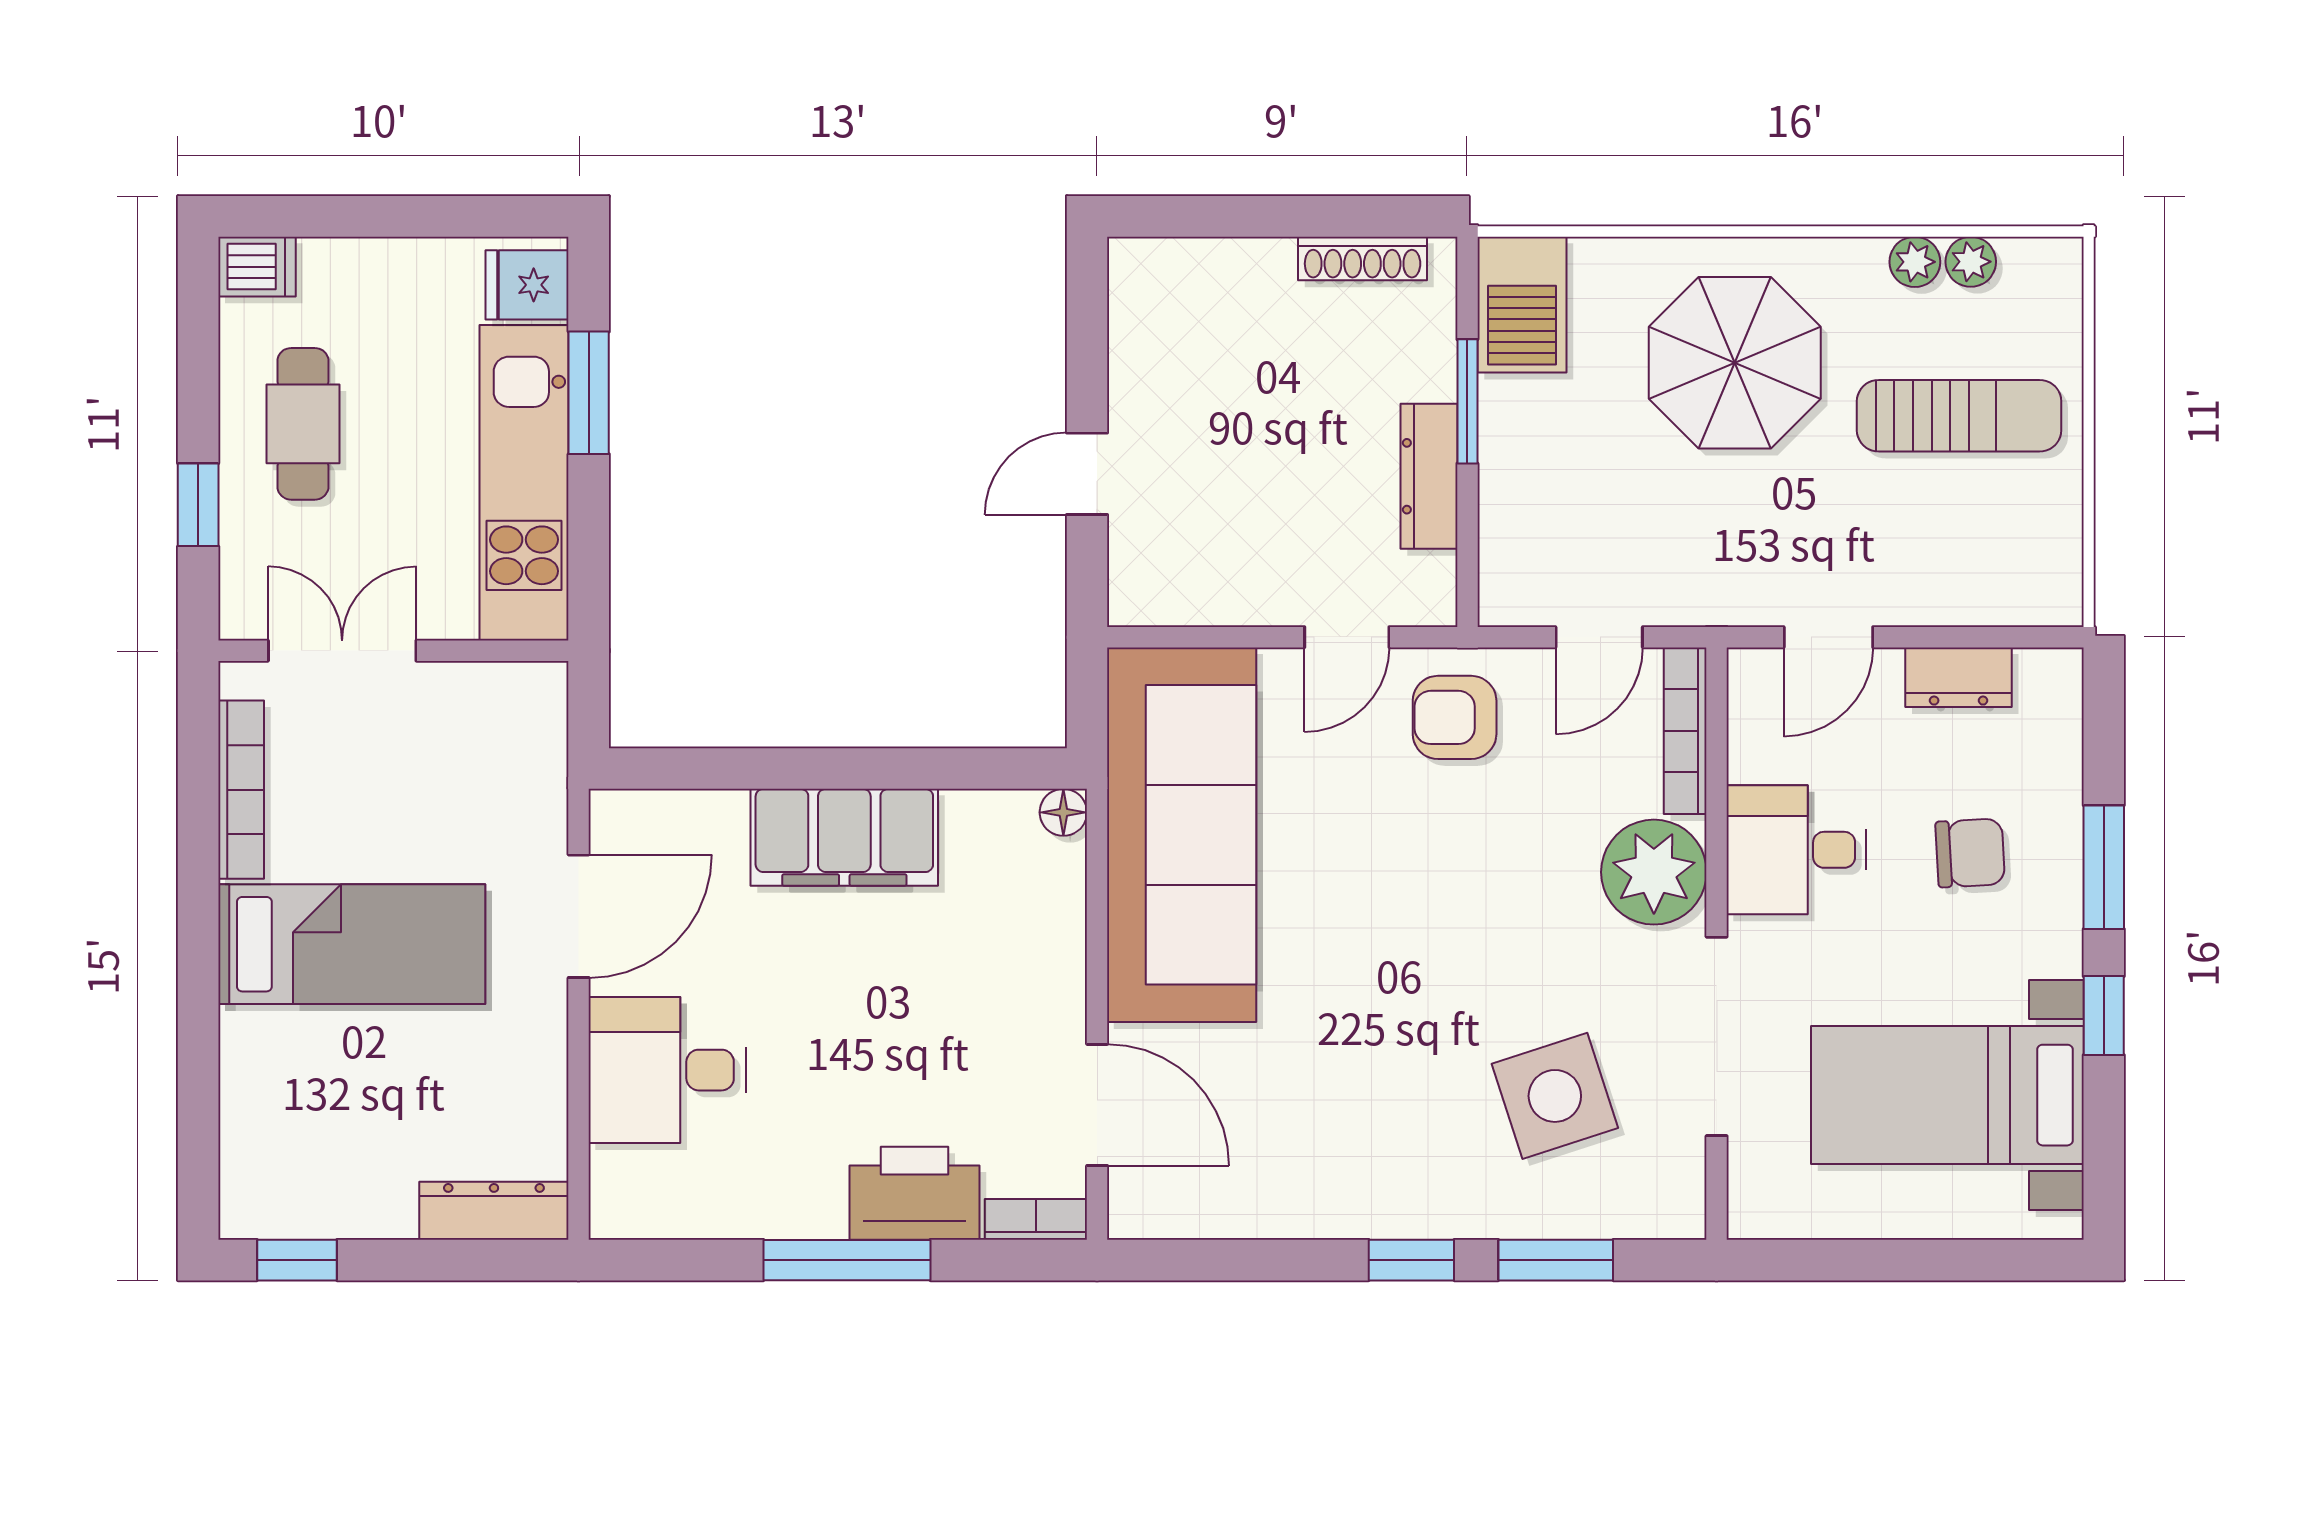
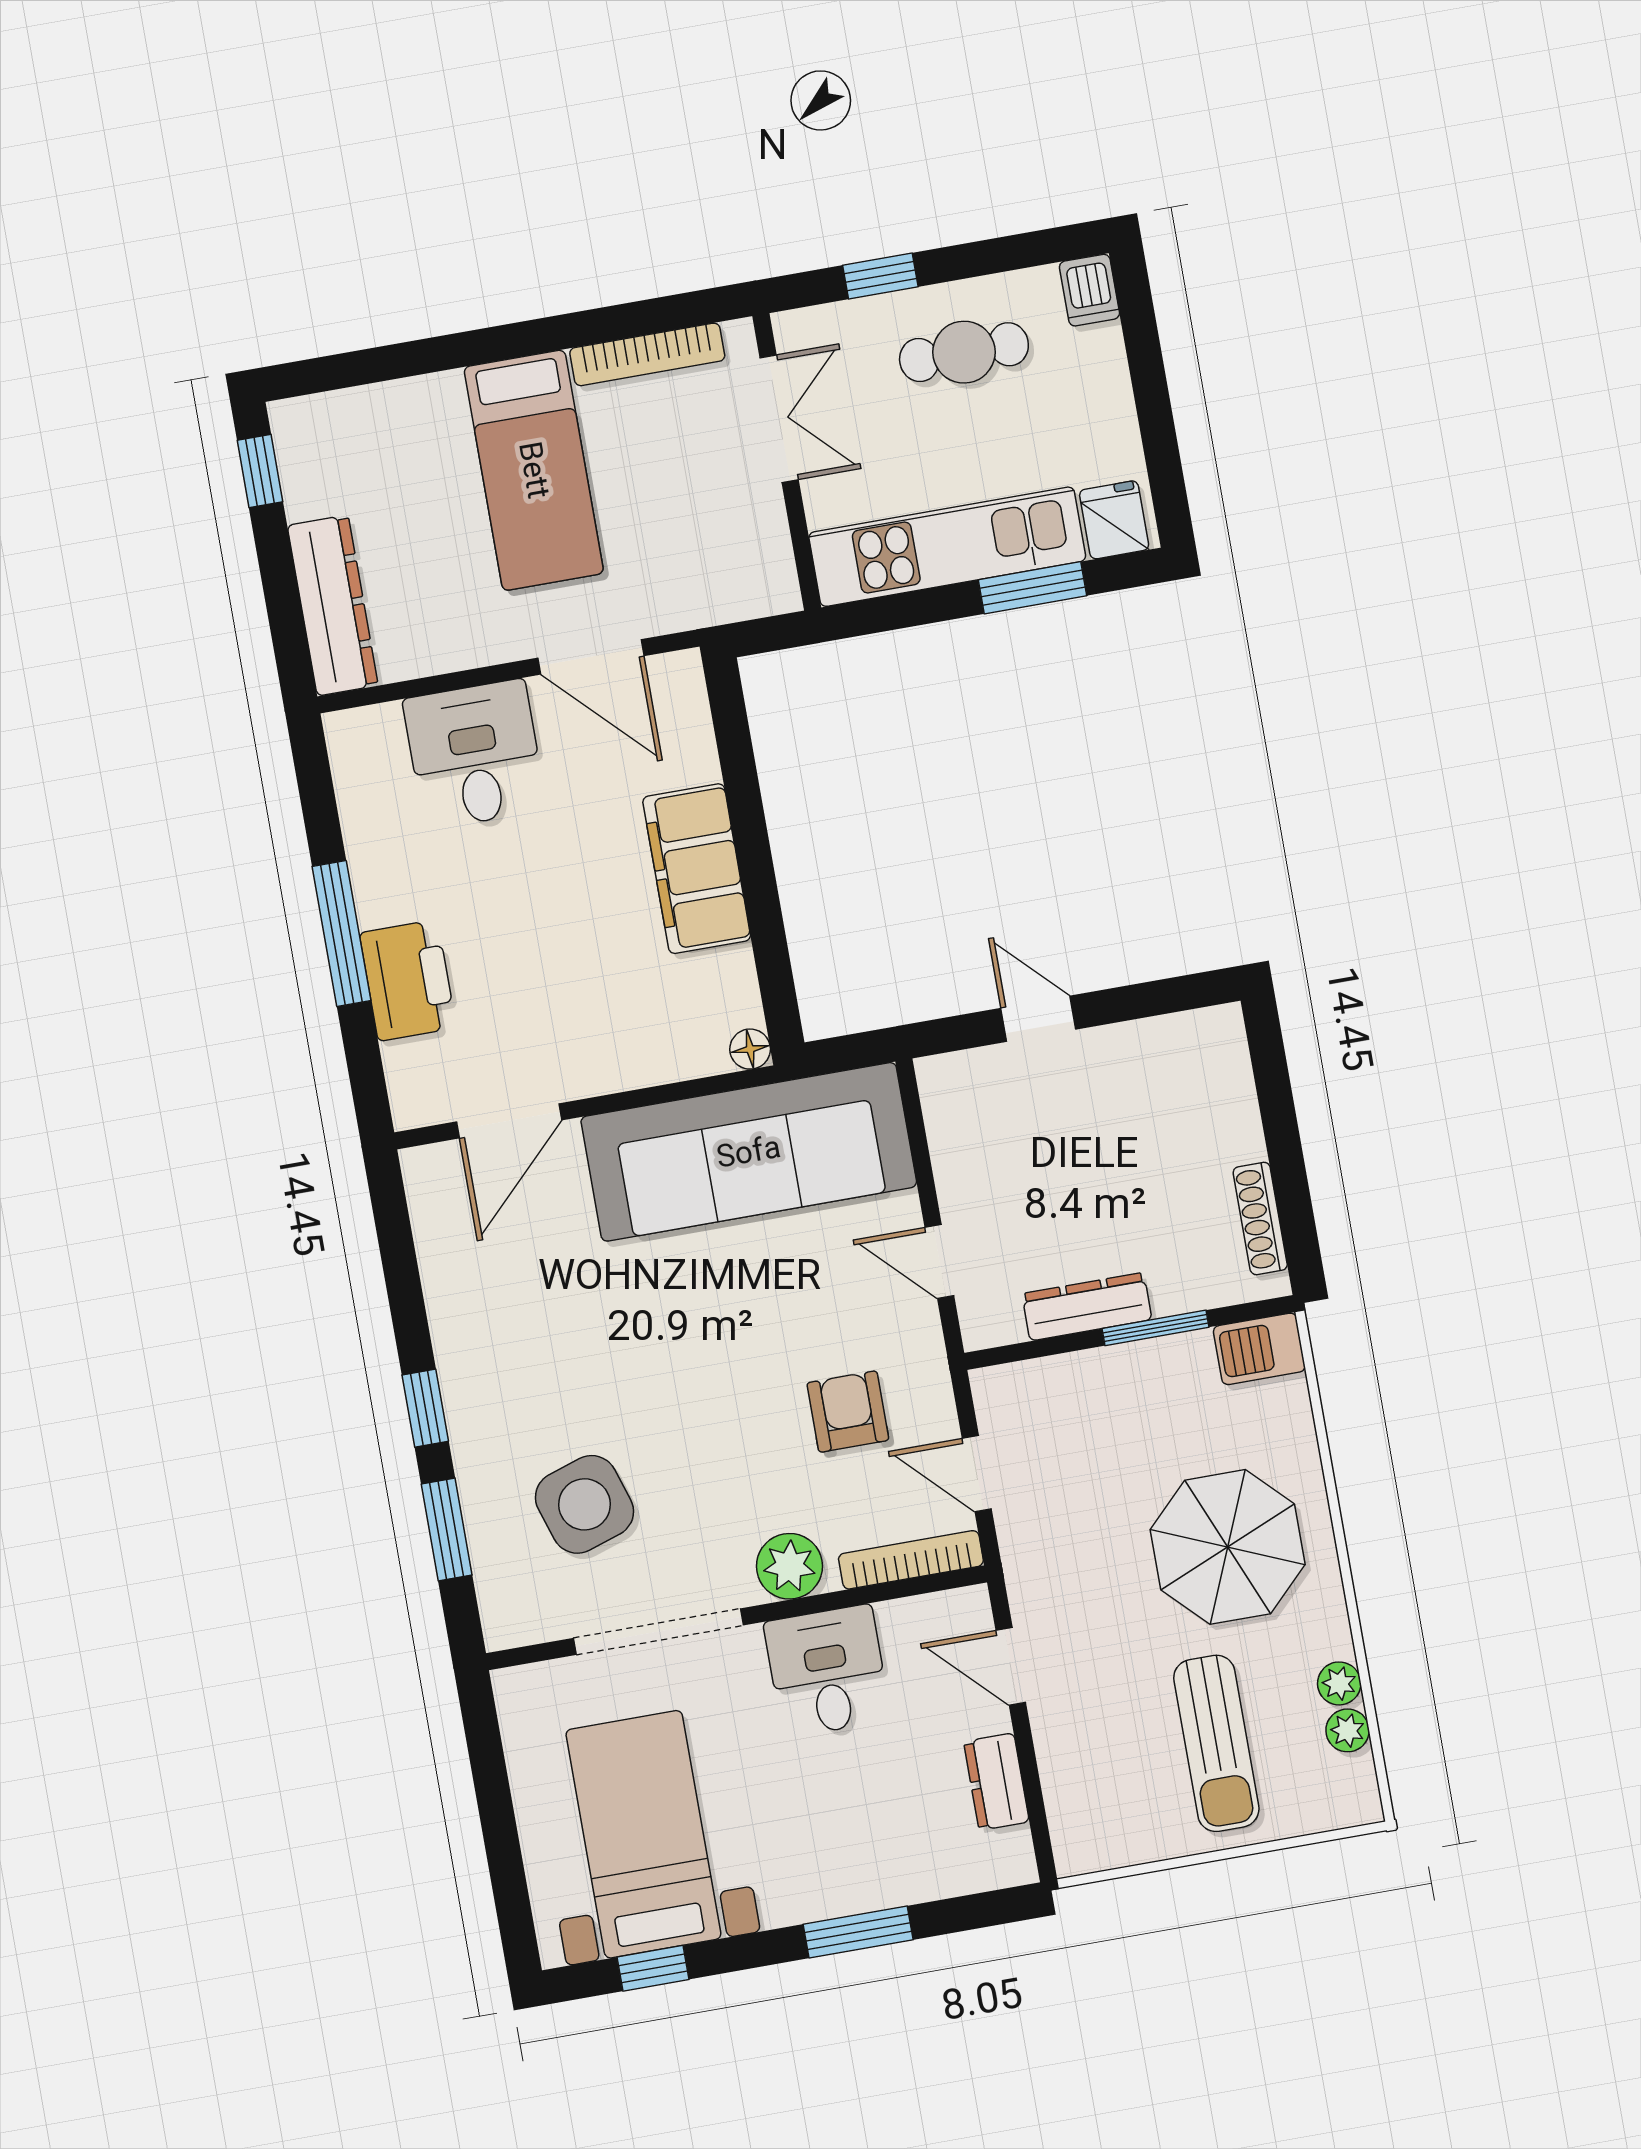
barbecue: (1522, 305) -> (1259, 1349), width x0.73, depth x0.79
armchair: (1455, 717) -> (848, 1412), moved
chair: (1970, 853) -> (850, 1818), removed
plant: (1654, 872) -> (789, 1566), width x0.73, depth x0.73
window: (2104, 1016) -> (653, 1968), moved
dresser: (494, 1211) -> (333, 605), width x1.37, depth x1.24
bookcase: (1036, 1219) -> (404, 1086), removed

